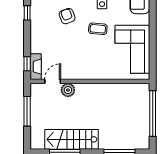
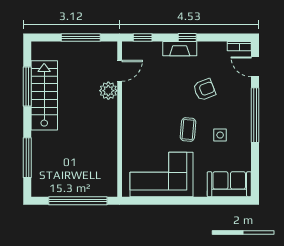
window: (27, 13) -> (187, 38), moved
fireplace: (36, 67) -> (180, 49), moved
door: (53, 81) -> (120, 71), hinge flipped

